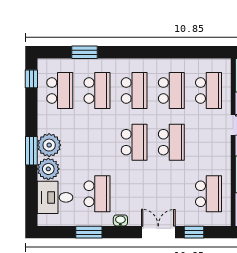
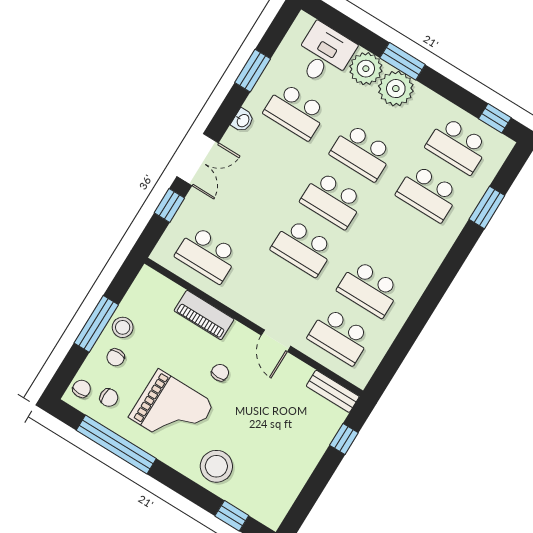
school desk: (134, 91) -> (362, 152), moved

